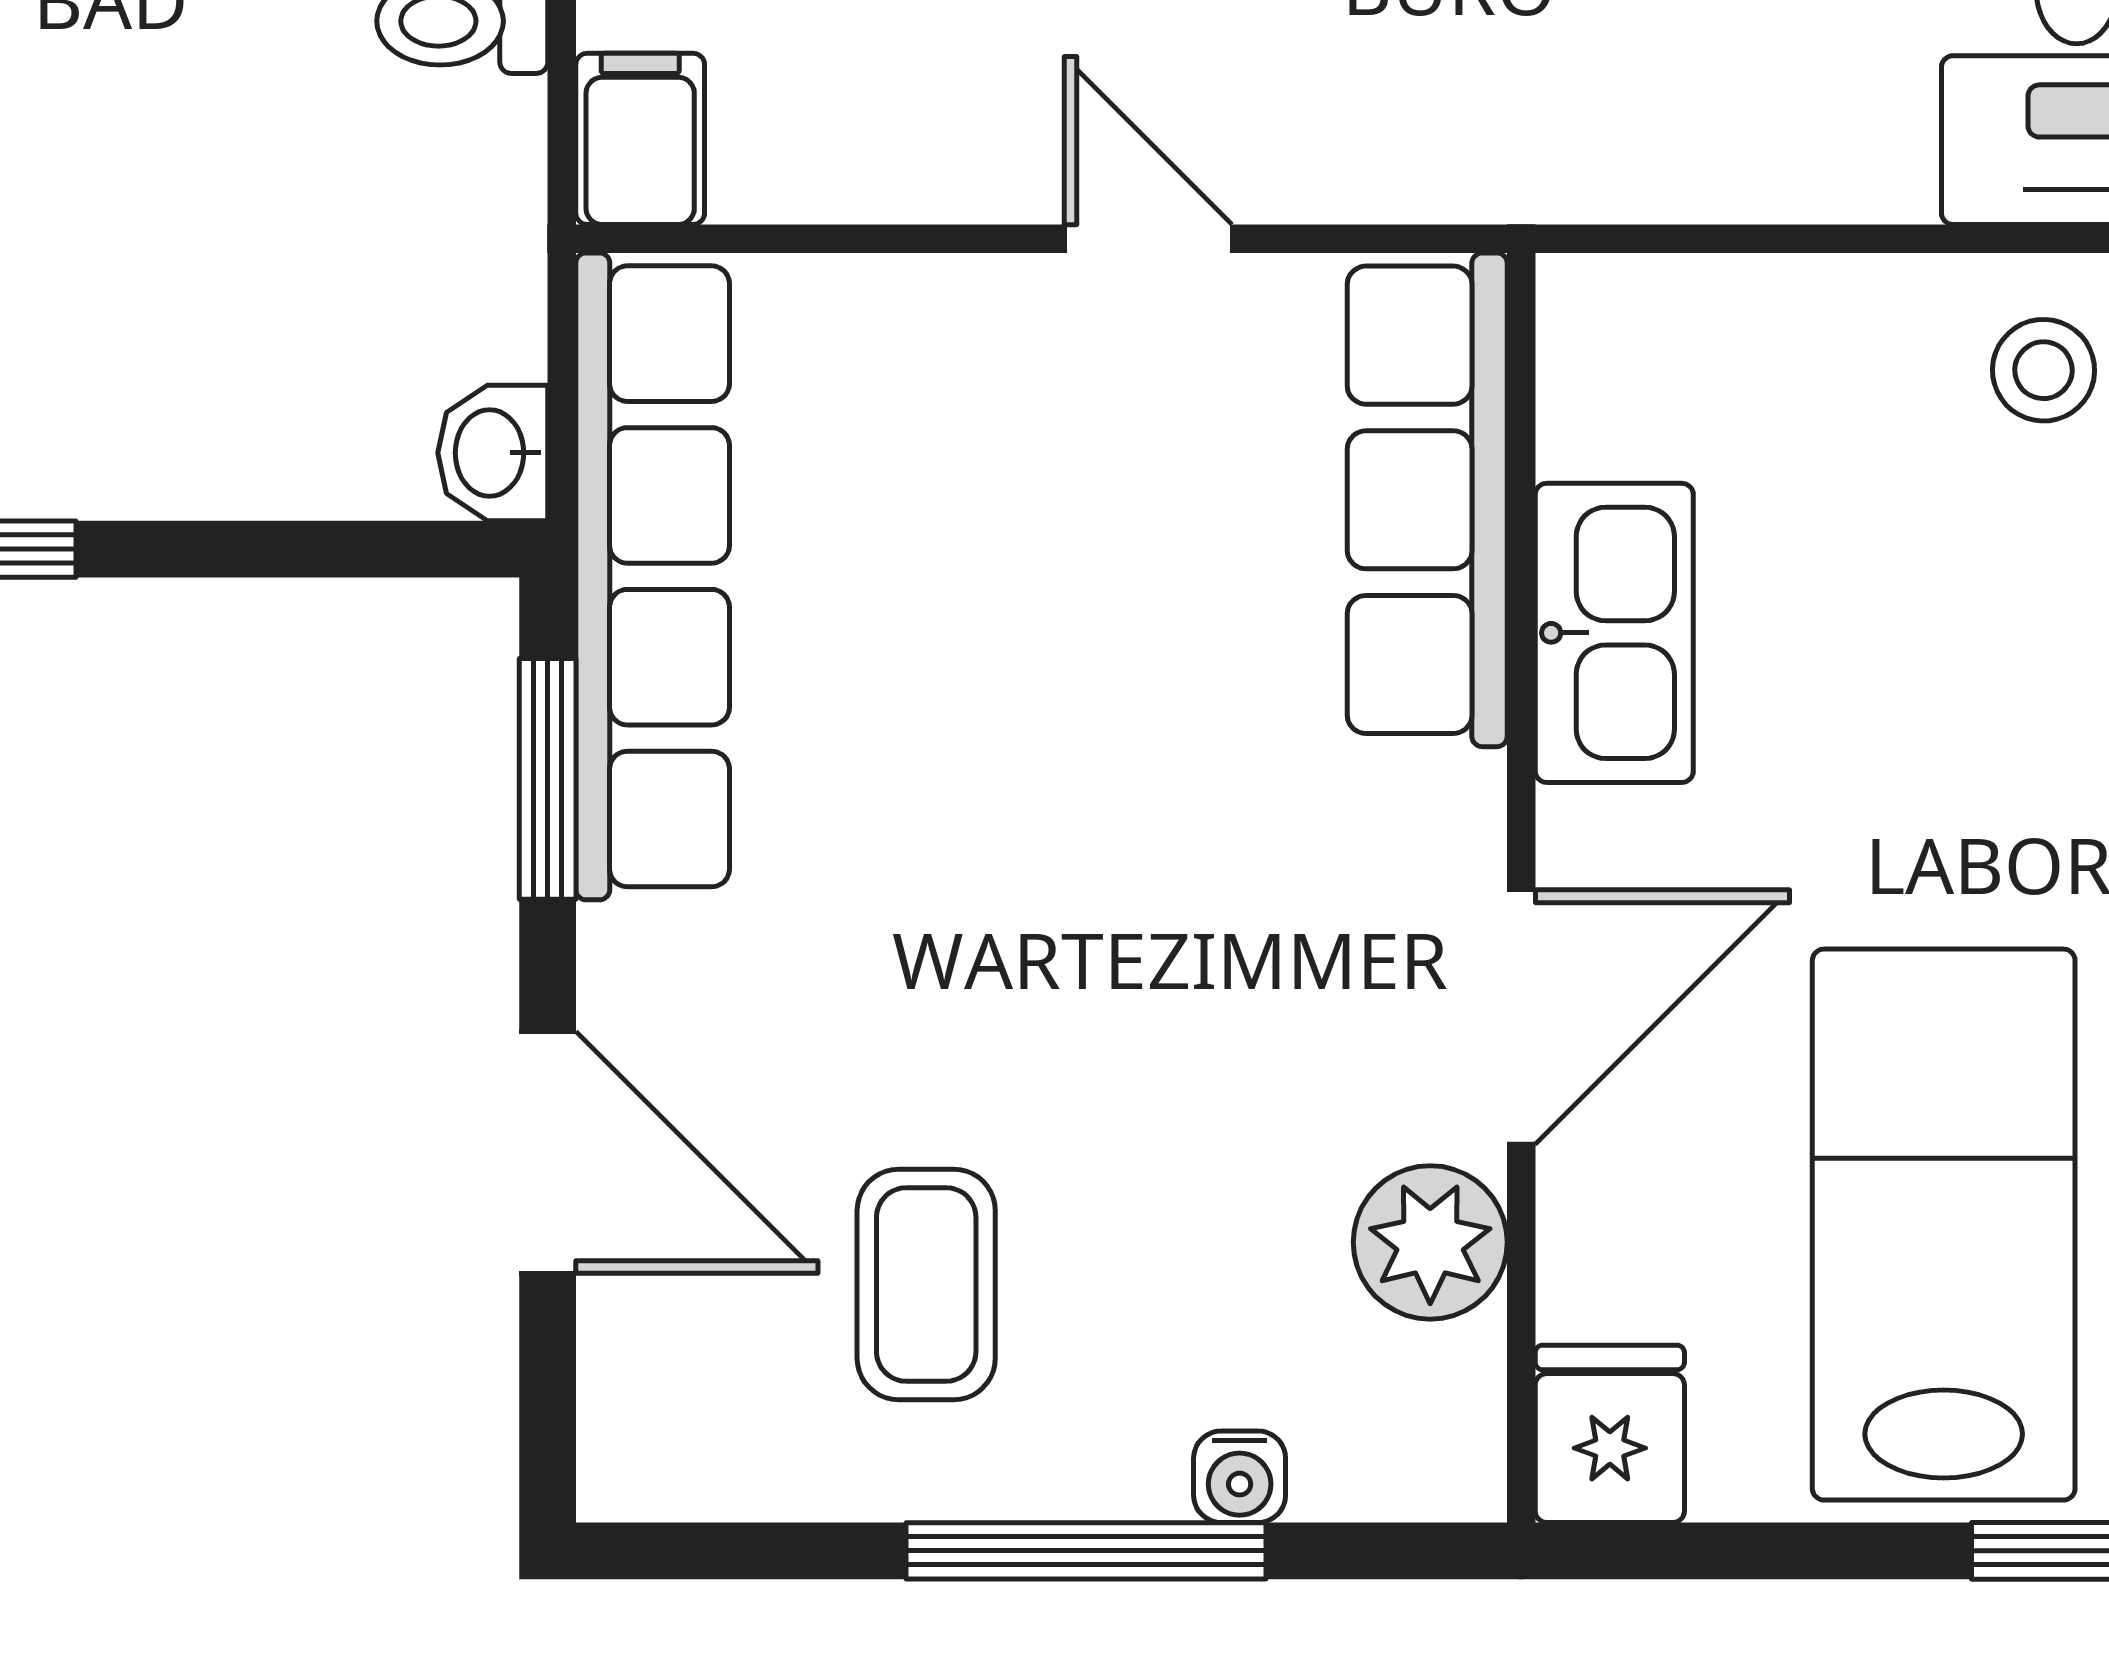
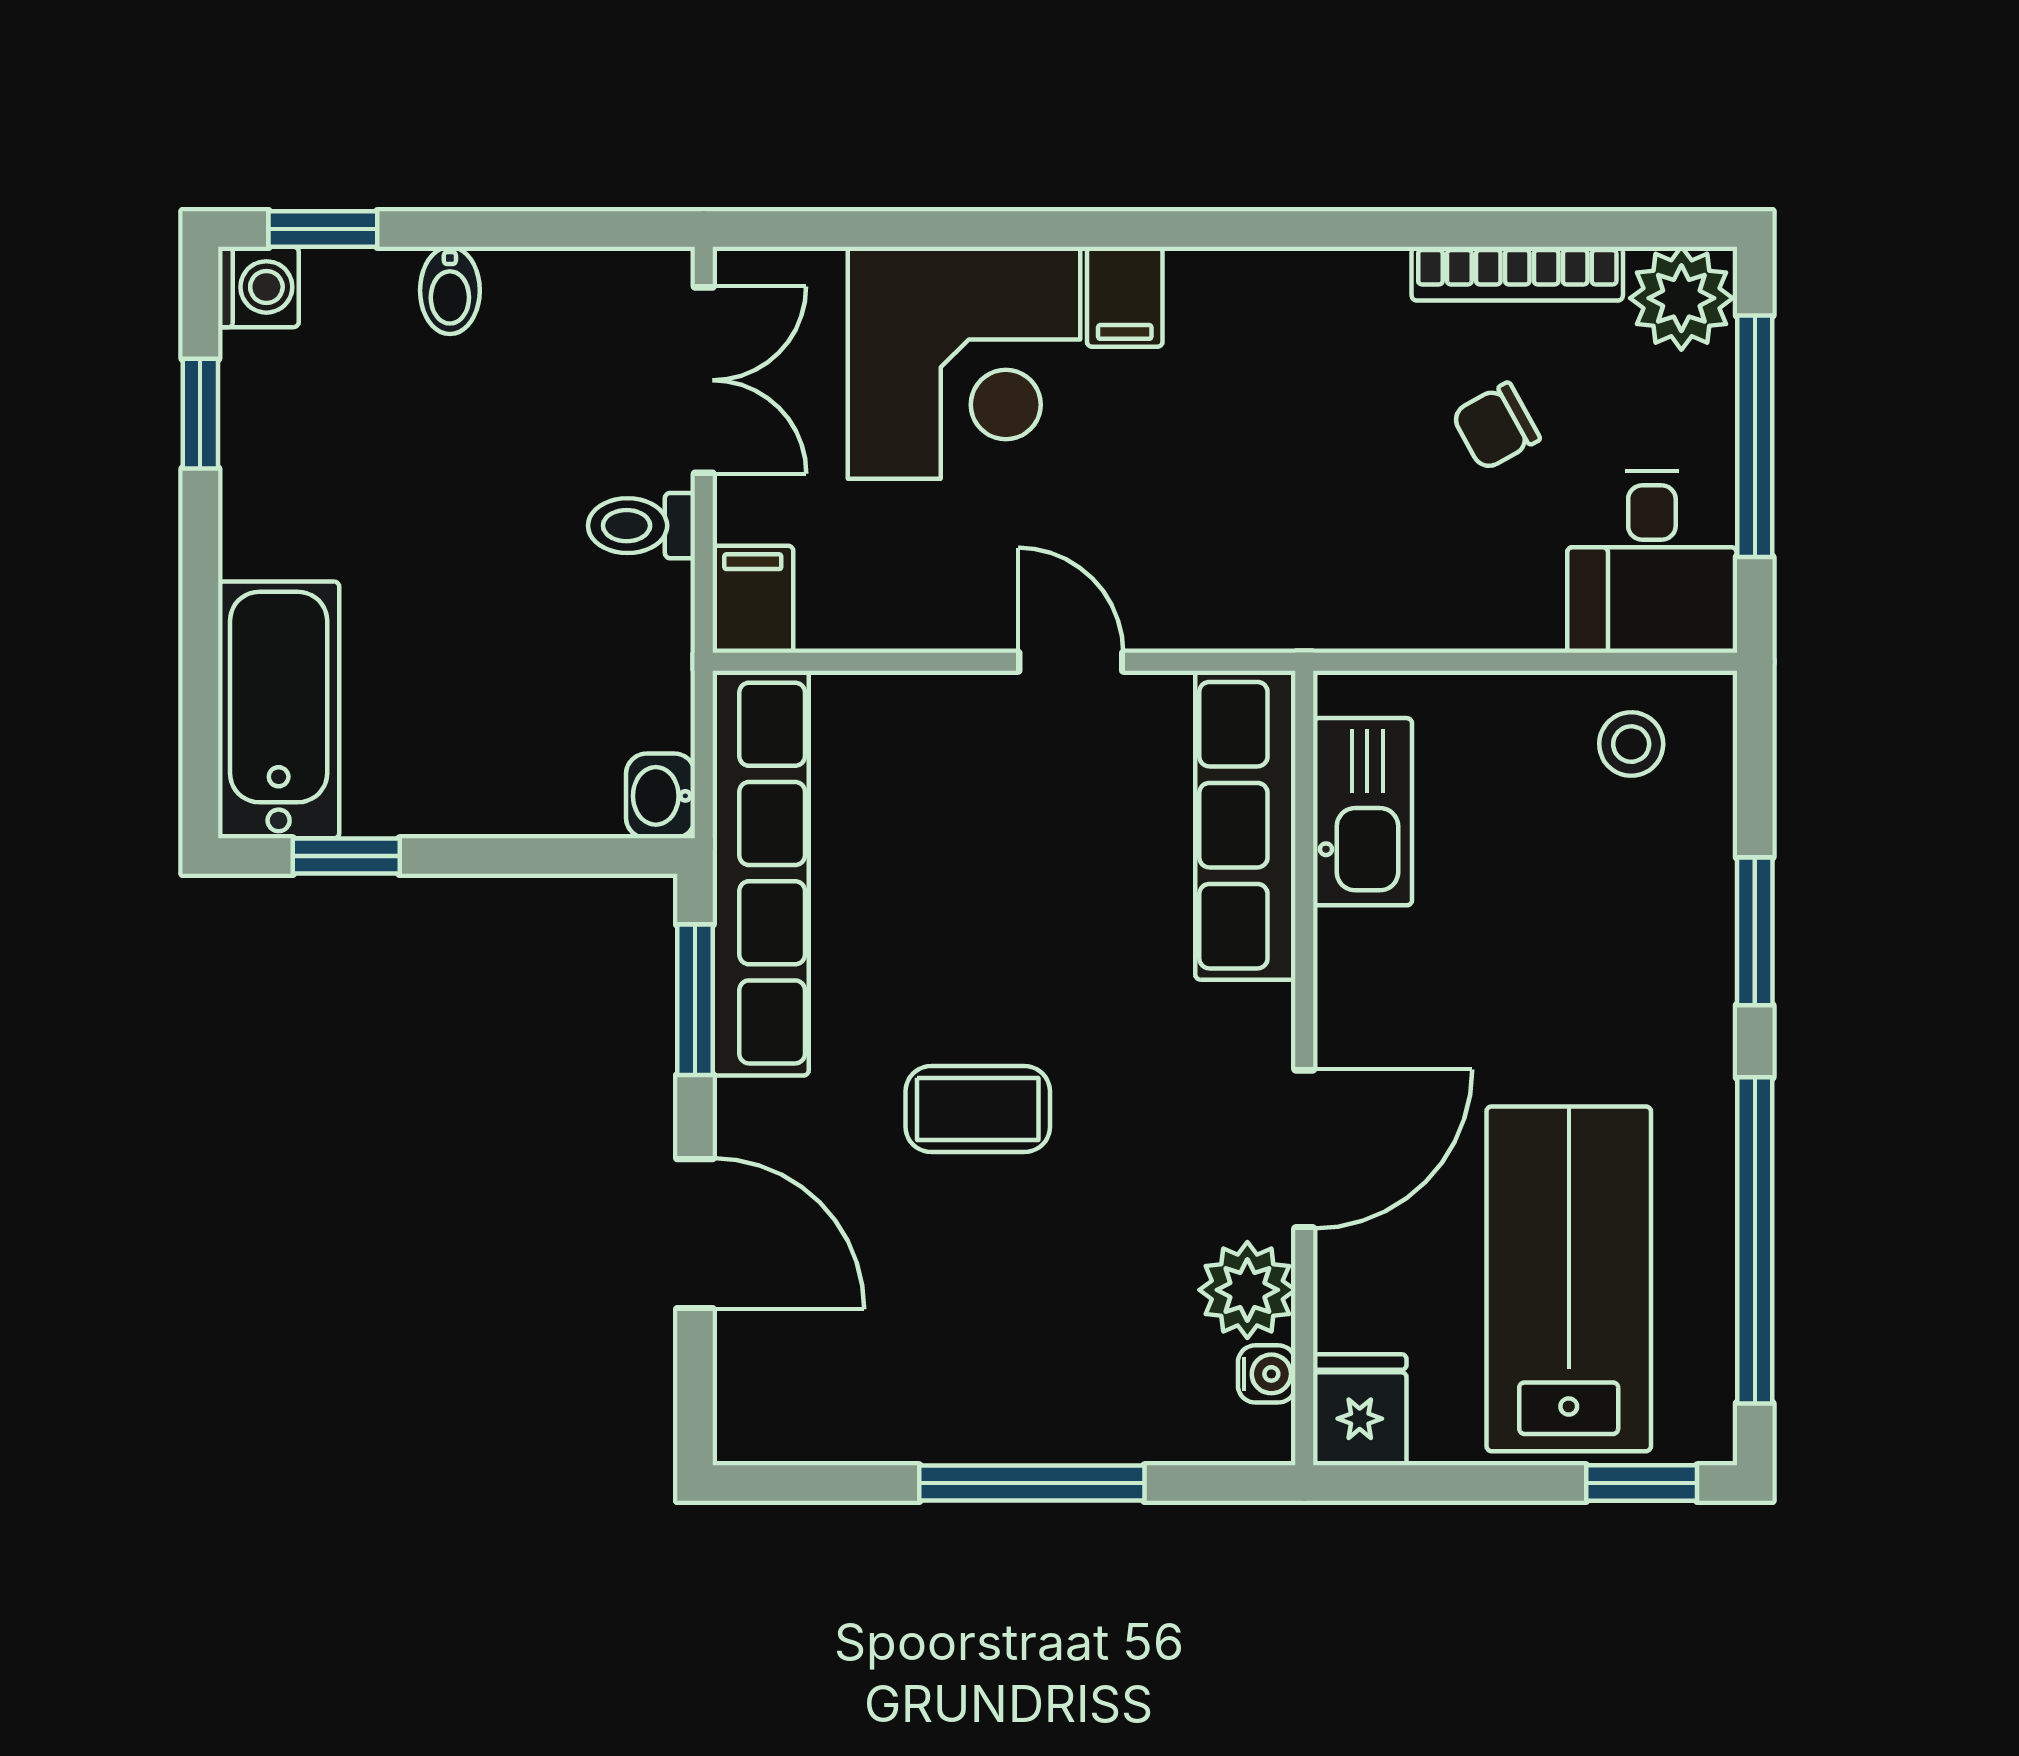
kitchen sink: (1614, 633) -> (1363, 812), moved
coffee table: (926, 1284) -> (978, 1109), moved, turned 90
water cooler: (1240, 1477) -> (1267, 1374), moved, turned -90

